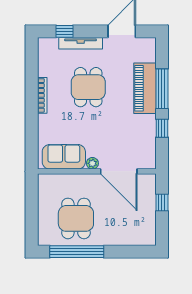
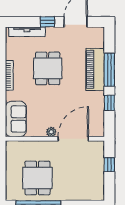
window: (65, 31) -> (47, 22), moved
tv unit: (81, 43) -> (27, 32), moved
sofa: (64, 157) -> (16, 119), moved, turned 90
door: (119, 171) -> (73, 139), swing flipped

